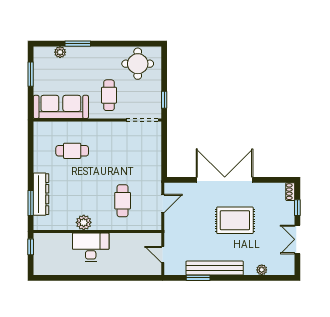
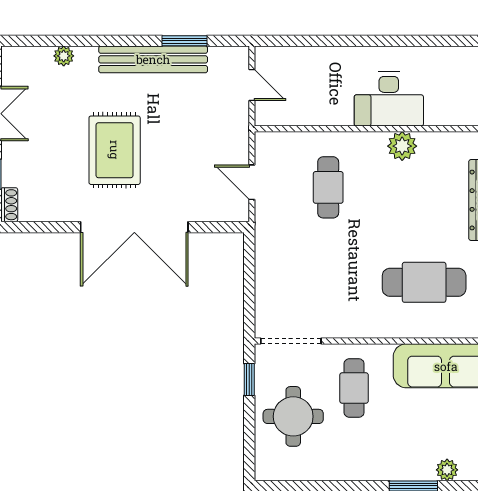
round table: (138, 64) -> (293, 416), moved
cafe table: (72, 151) -> (424, 282), width x1.37, depth x1.35
door: (163, 203) -> (252, 182), hinge flipped
rug: (235, 220) -> (115, 150), turned 90

